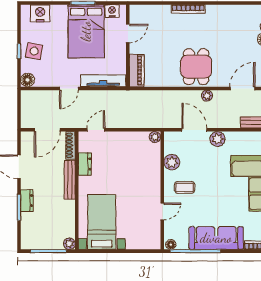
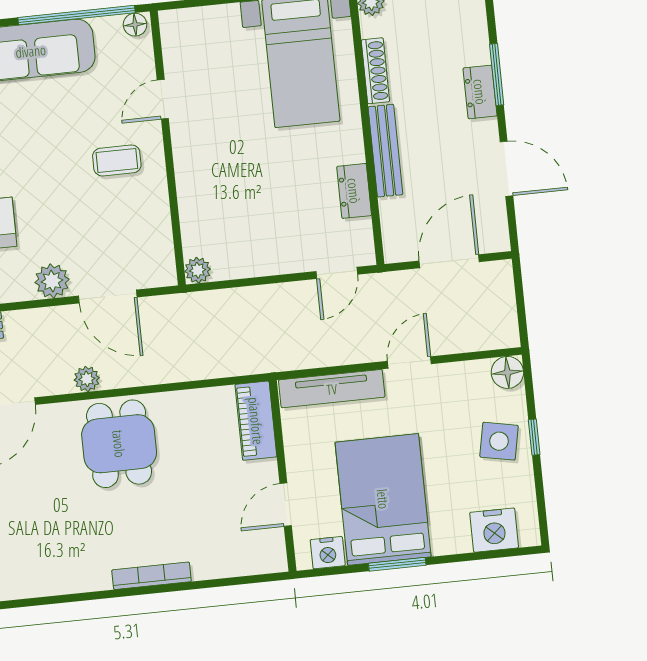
shoe rack: (70, 145) -> (375, 71), moved
plant: (172, 162) -> (153, 216), removed

